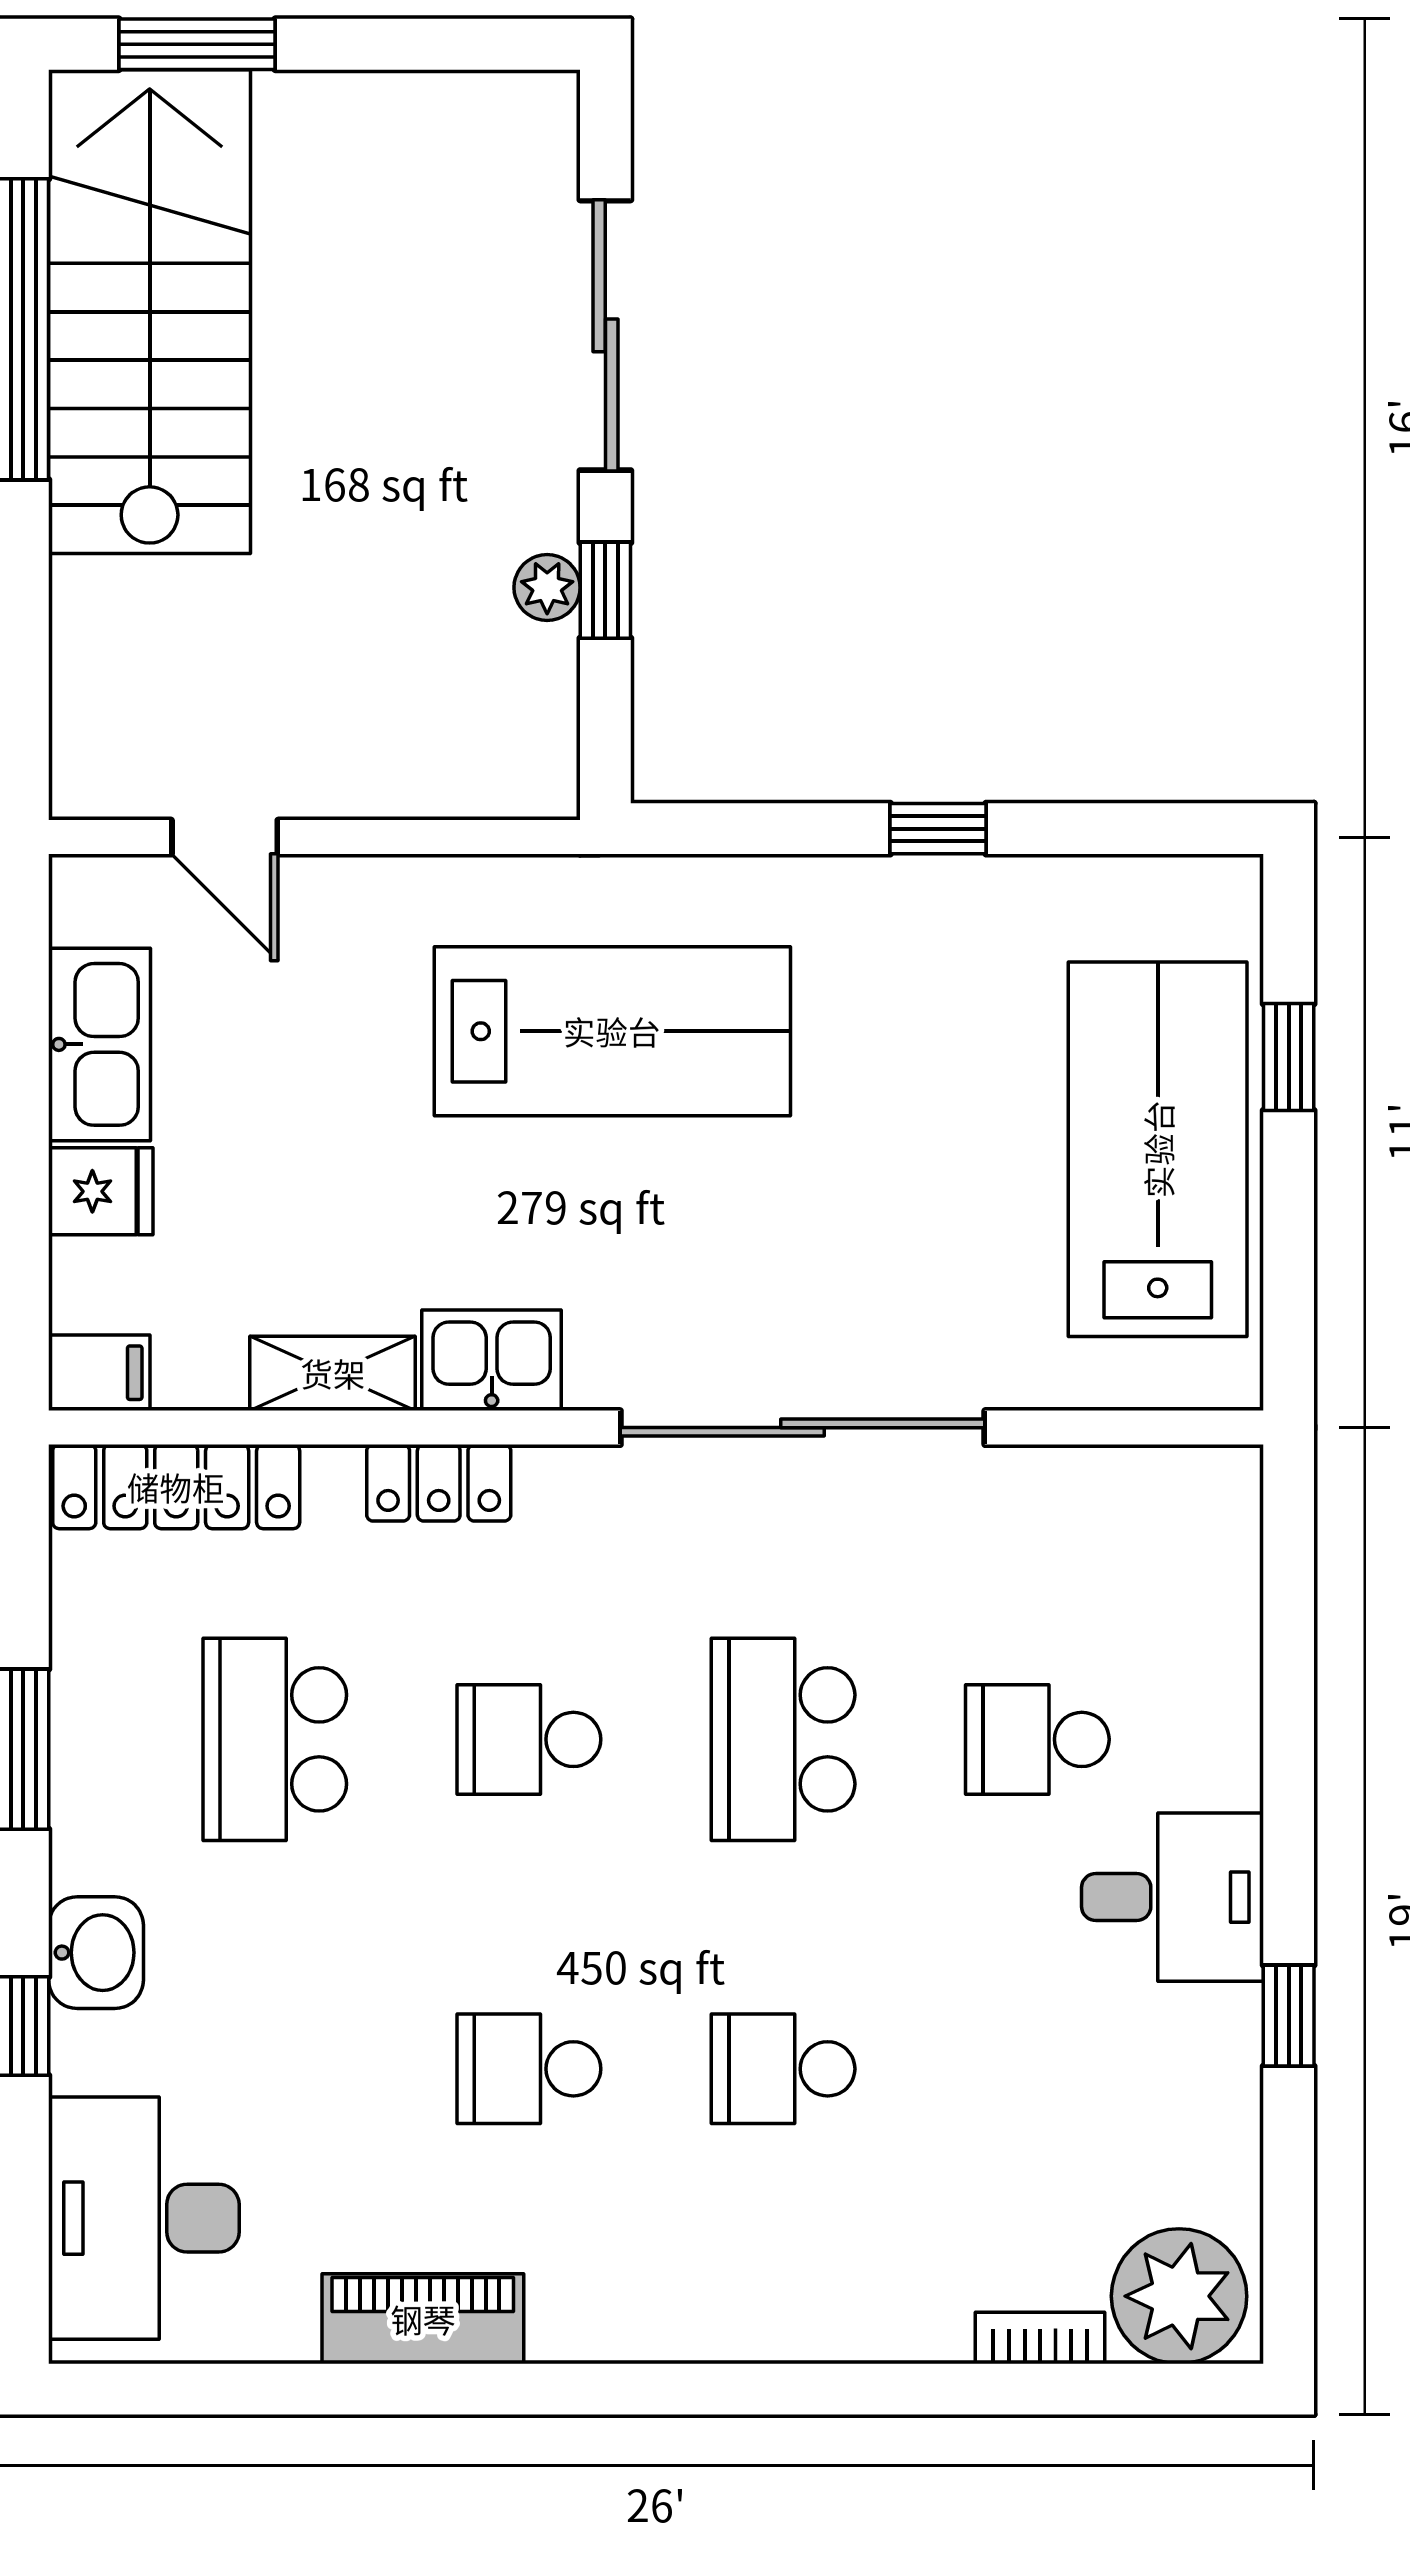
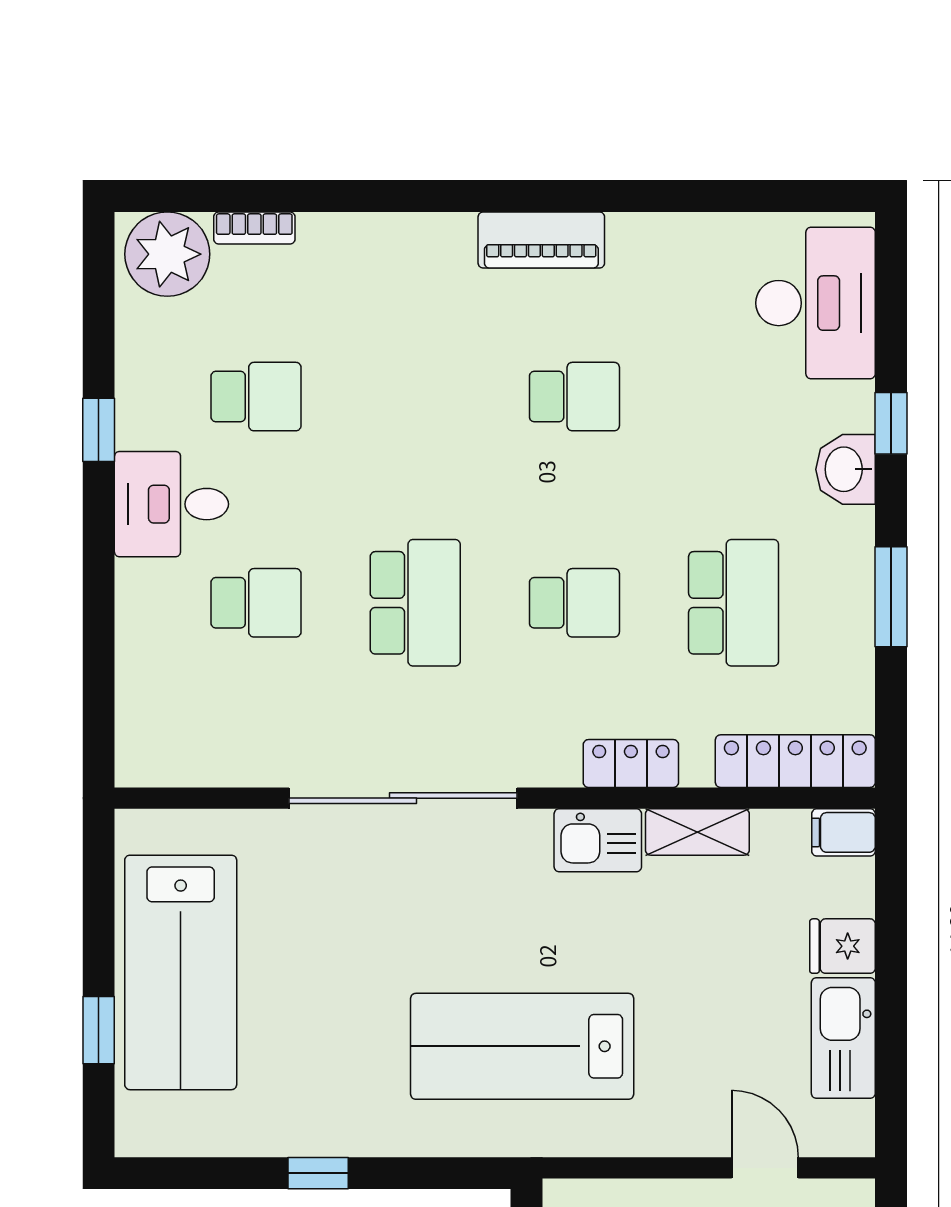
school desk: (783, 2069) -> (256, 397), moved
piano: (423, 2319) -> (541, 240), moved

